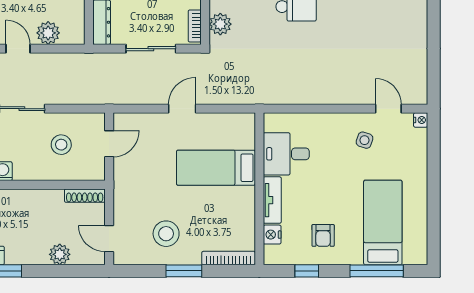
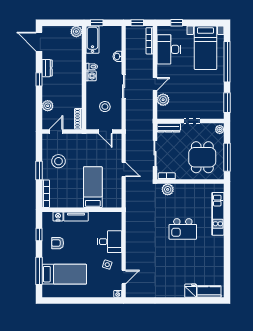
desk: (286, 154) -> (110, 242), moved, turned 90

